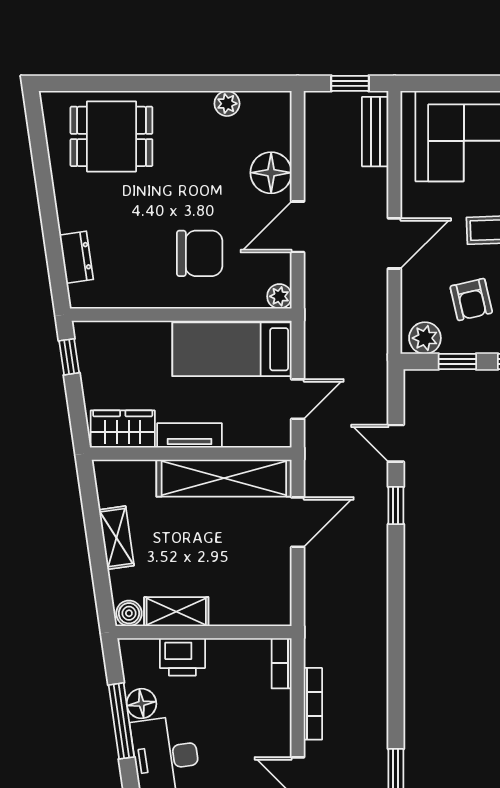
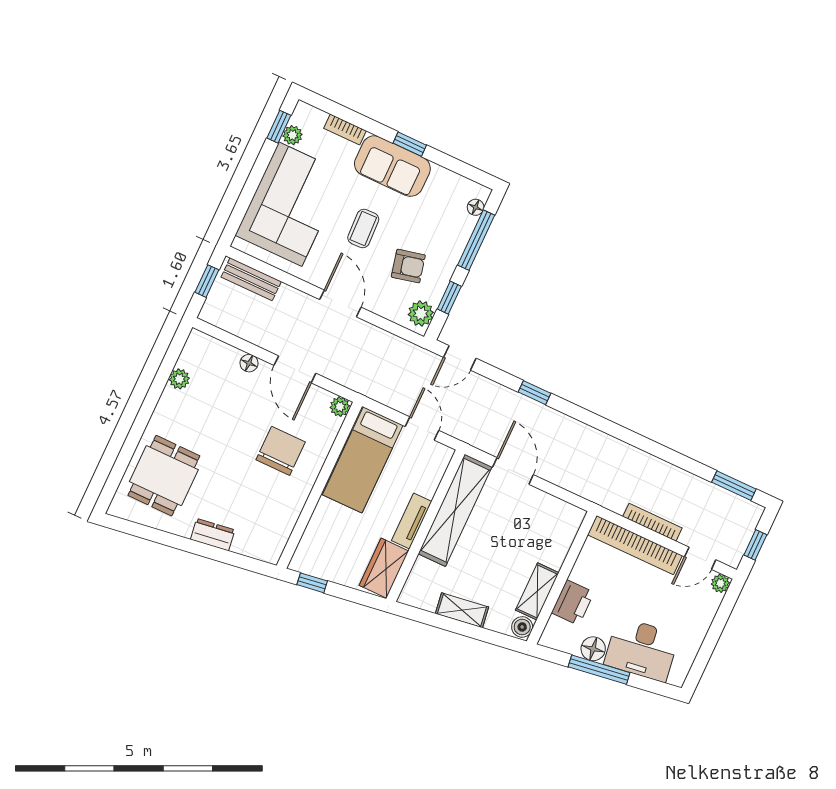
floor lamp: (271, 173) -> (249, 363), width x0.53, depth x0.53
dresser: (76, 257) -> (213, 535), moved
door: (396, 443) -> (460, 358), moved
bookcase: (282, 663) -> (635, 545), width x2.31, depth x1.31

